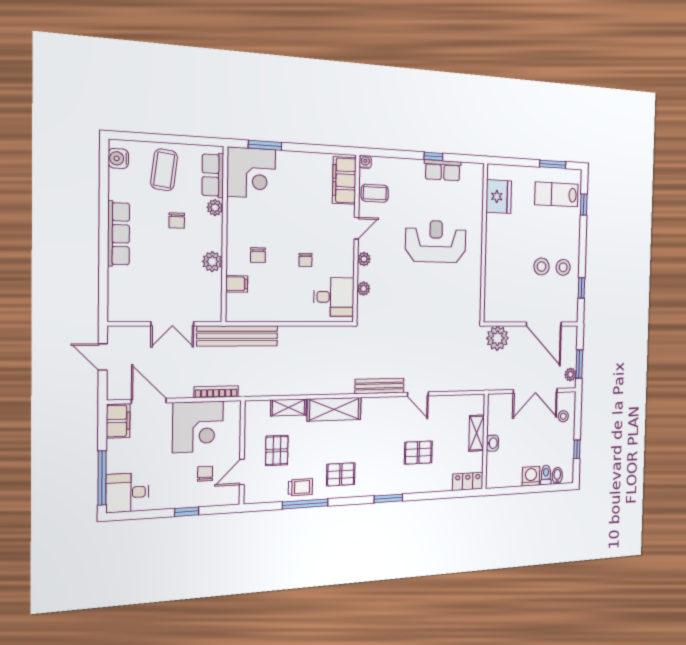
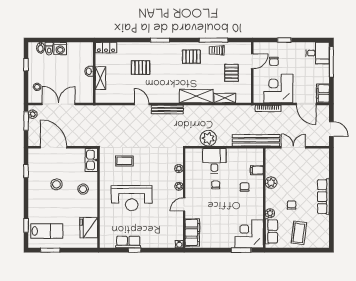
water cooler: (118, 158) -> (324, 238), removed
coffee table: (375, 193) -> (124, 161), moved
stool: (563, 267) -> (83, 189), moved
desk: (334, 297) -> (214, 161), moved, turned 90
kitchen sink: (492, 304) -> (91, 160), added
plant: (497, 338) -> (208, 138), moved

